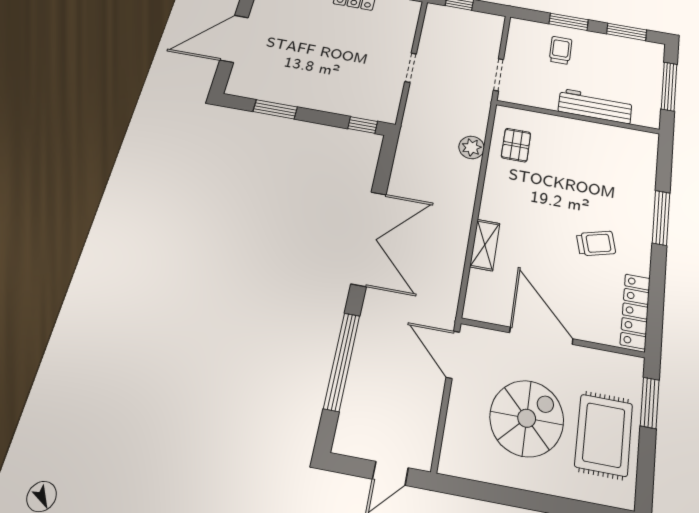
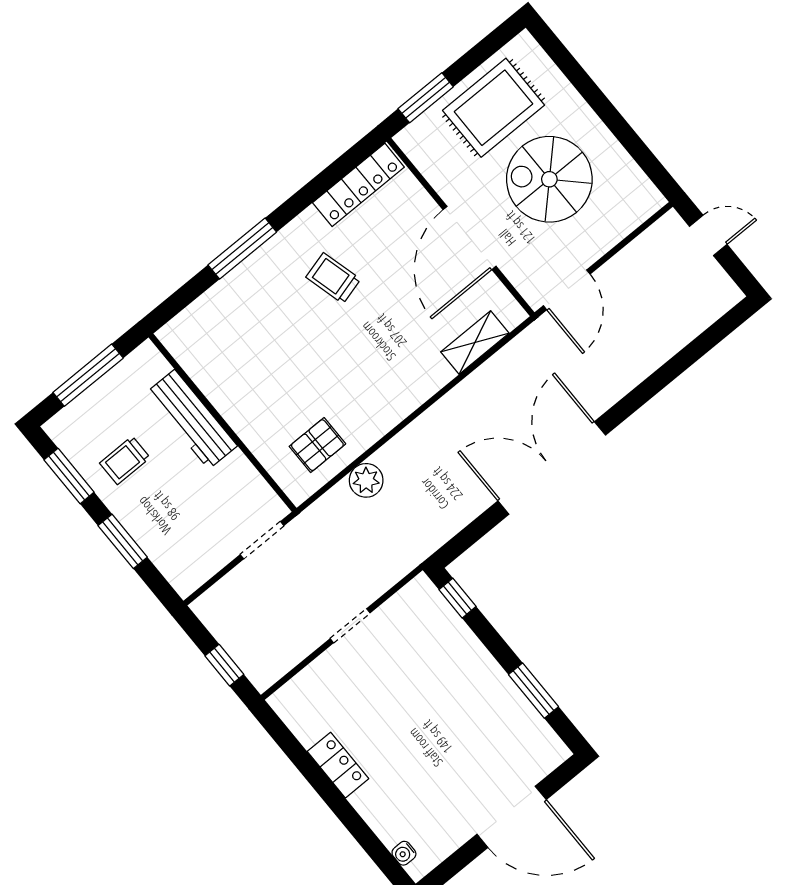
trolley: (561, 50) -> (125, 460), moved
shelving: (485, 245) -> (475, 343), moved
window: (342, 361) -> (673, 368), removed

